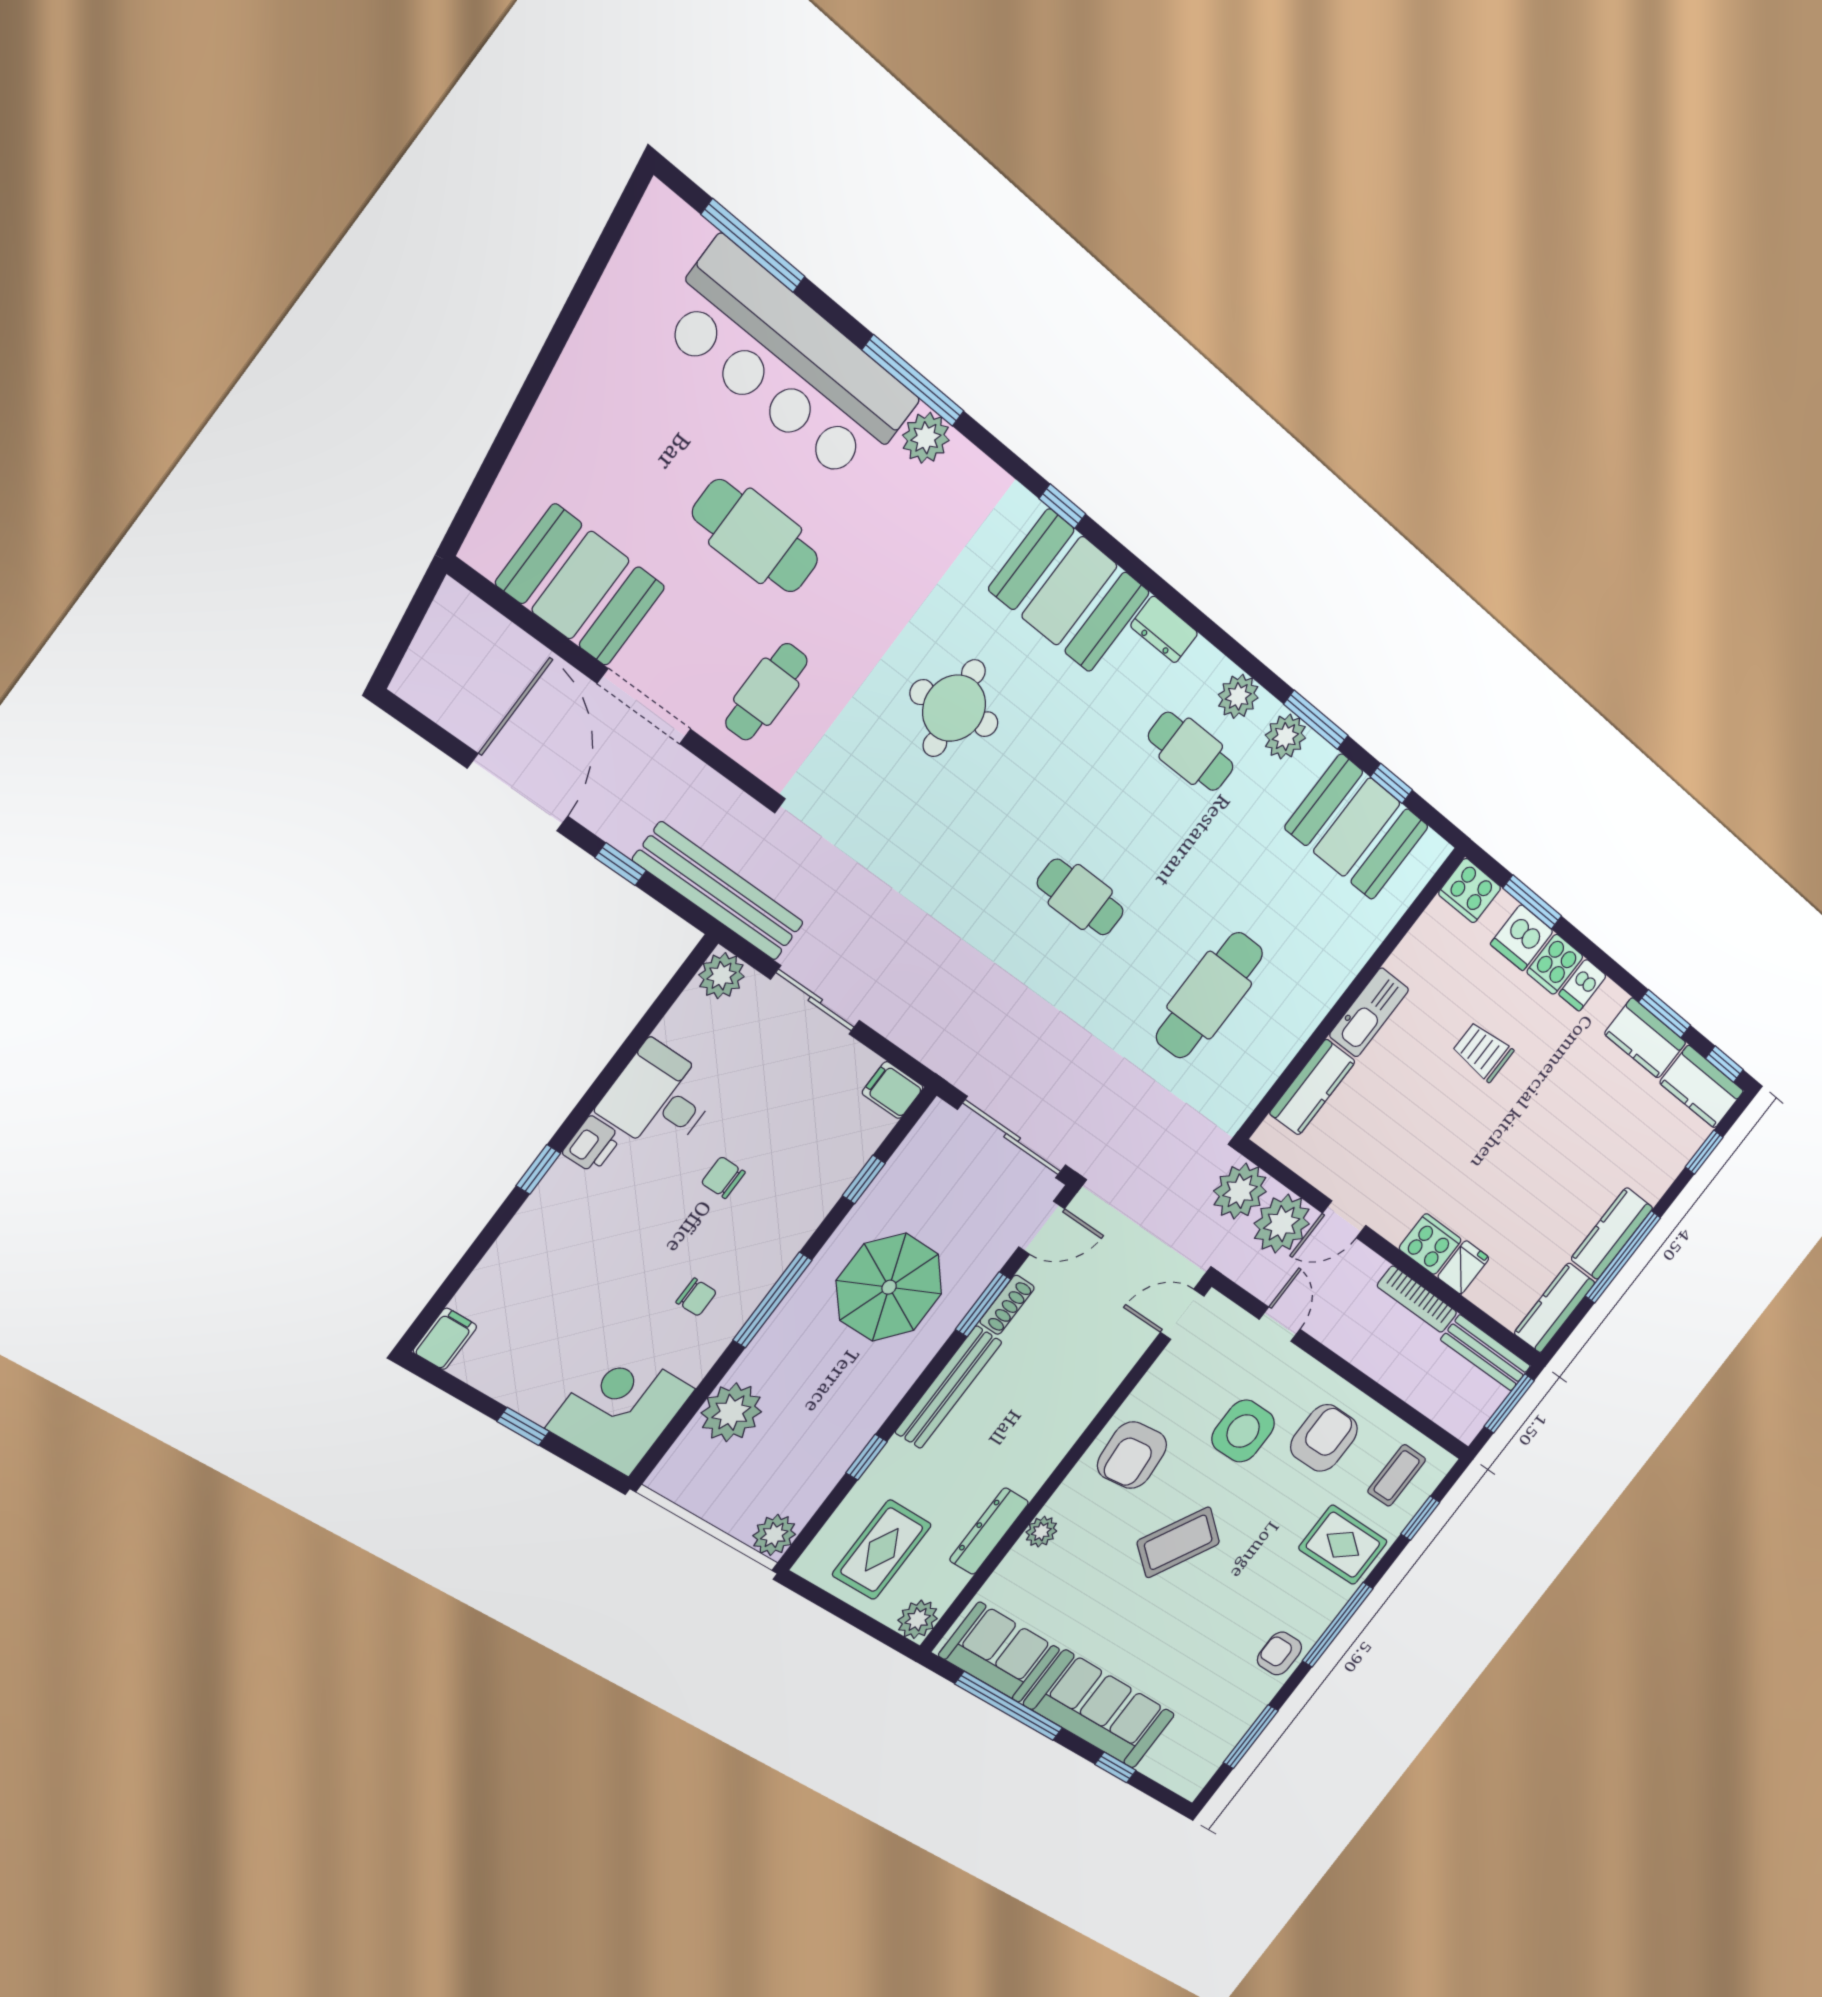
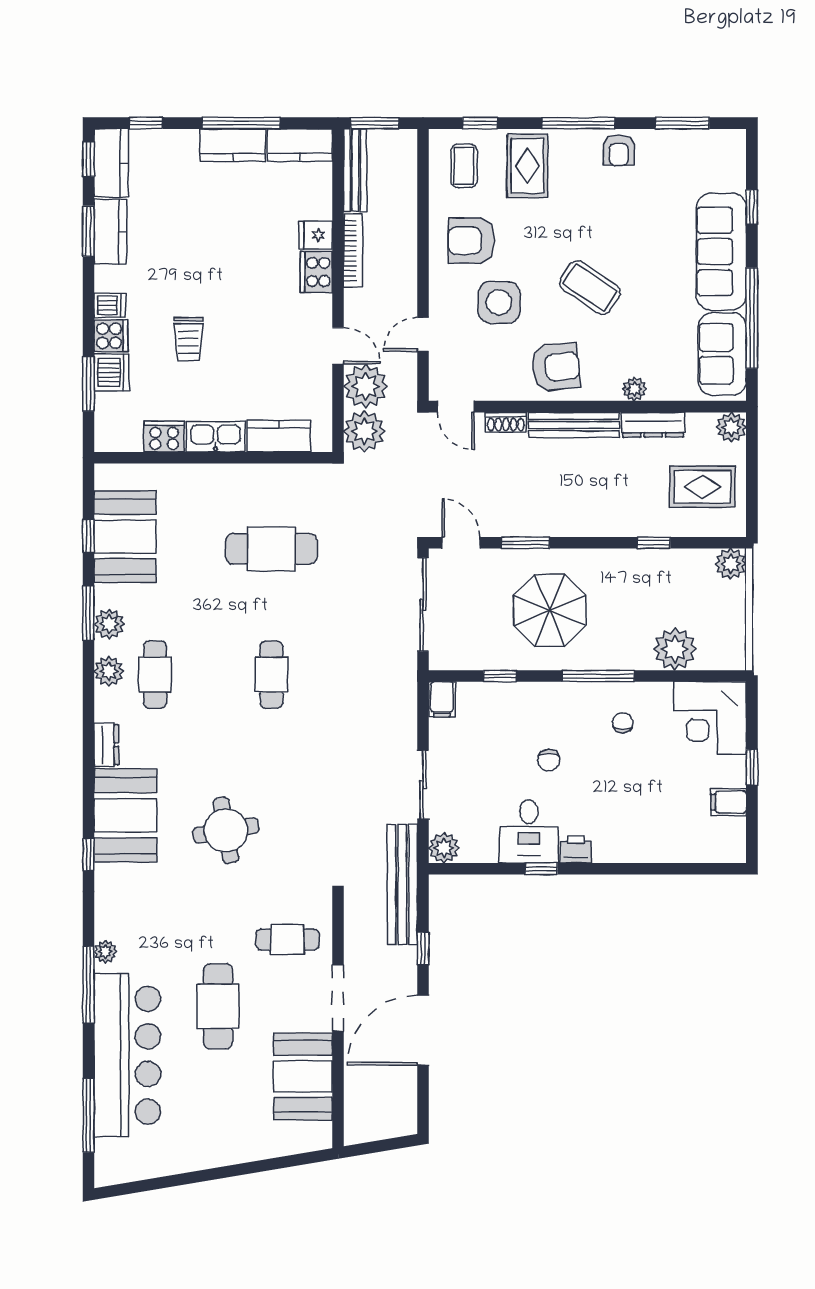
plant: (926, 438) -> (105, 952), width x0.73, depth x0.73
cooker: (1470, 891) -> (164, 437), moved, turned -90
window: (538, 1169) -> (541, 869), moved
shoe rack: (1007, 1305) -> (506, 422), moved, turned 180
filing cabinet: (445, 1339) -> (728, 802), moved
bench: (948, 1387) -> (574, 425), moved
coffee table: (1397, 1475) -> (464, 166), turned 90

